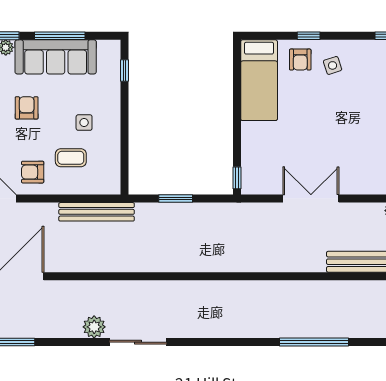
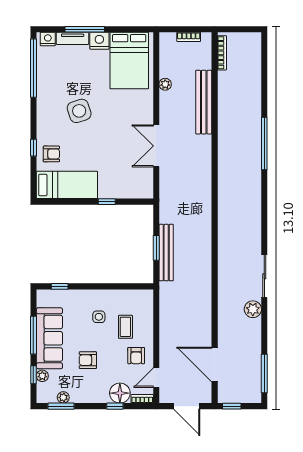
side table: (333, 65) -> (79, 111), moved, width x1.87, depth x1.87
window: (237, 178) -> (107, 202), moved
bench: (97, 212) -> (166, 253), moved

